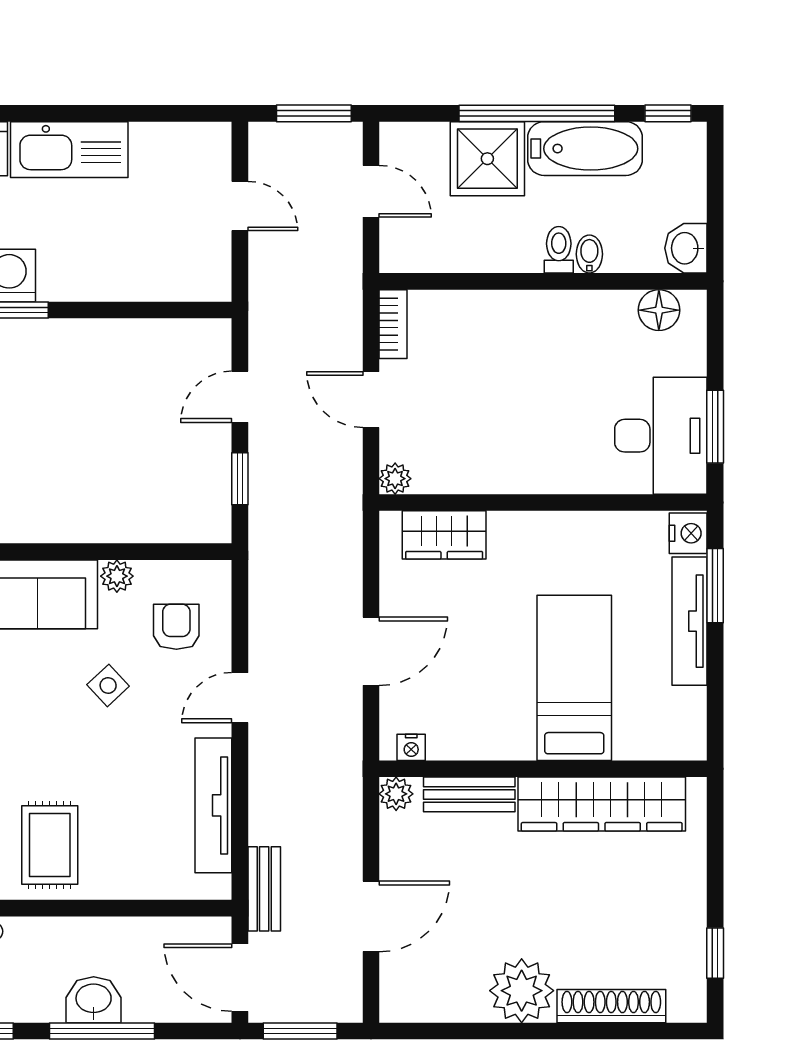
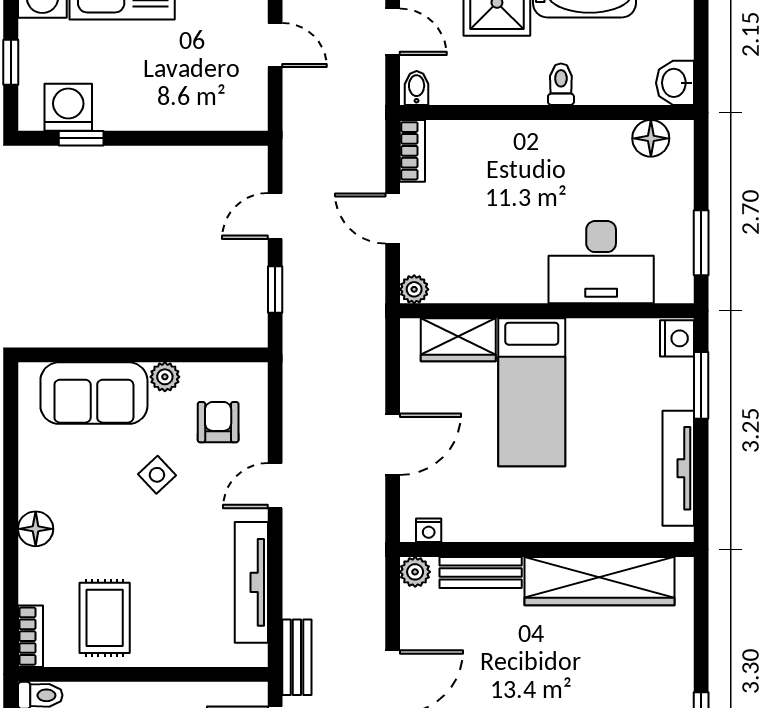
bidet: (589, 254) -> (417, 88), moved
desk: (661, 436) -> (601, 262), moved, turned 90
tv unit: (690, 621) -> (678, 468), moved
bed: (574, 678) -> (532, 392), moved, turned 180

